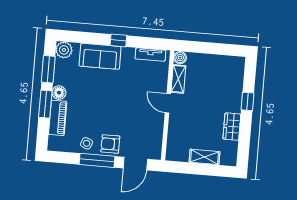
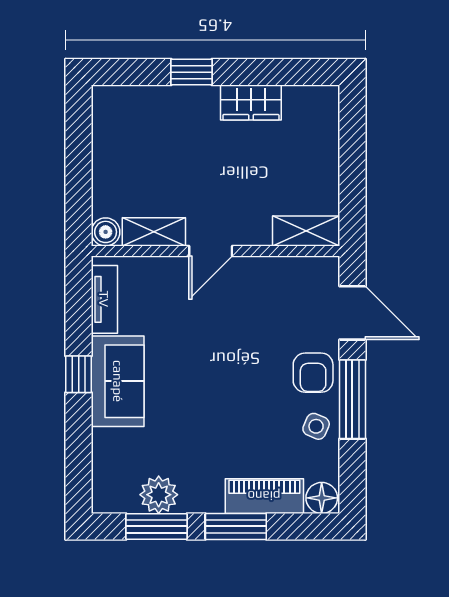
plant: (64, 50) -> (159, 495), moved
sofa: (100, 56) -> (118, 381), moved
floor lamp: (59, 93) -> (322, 498), moved
shelving: (204, 157) -> (306, 231), moved, turned 90

